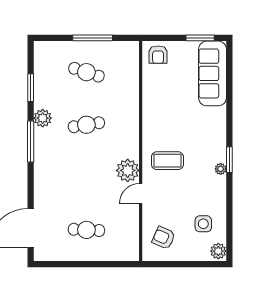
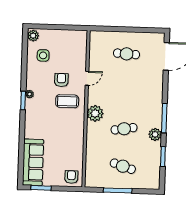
plant: (128, 170) -> (95, 113), moved
armchair: (164, 238) -> (61, 80), moved, turned -114

